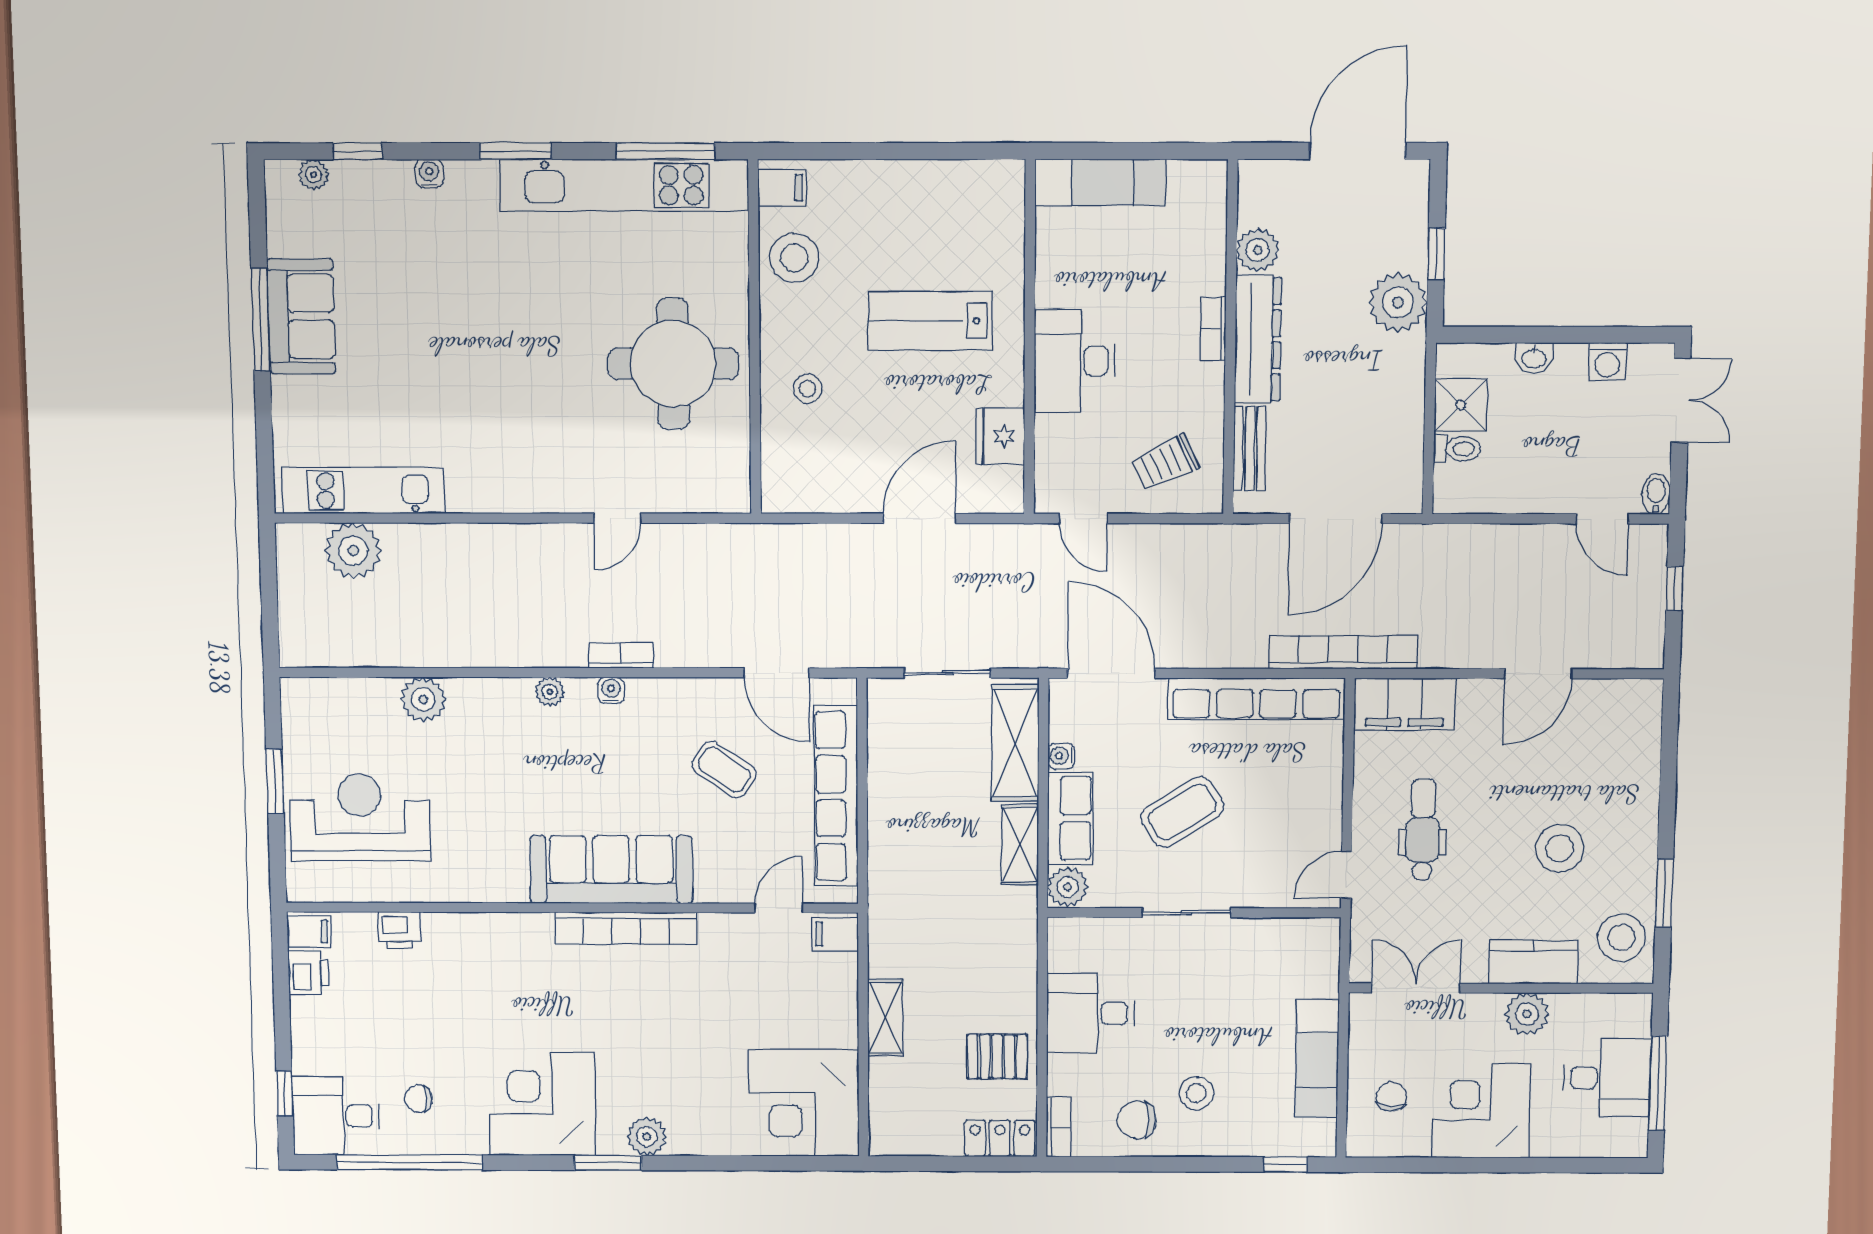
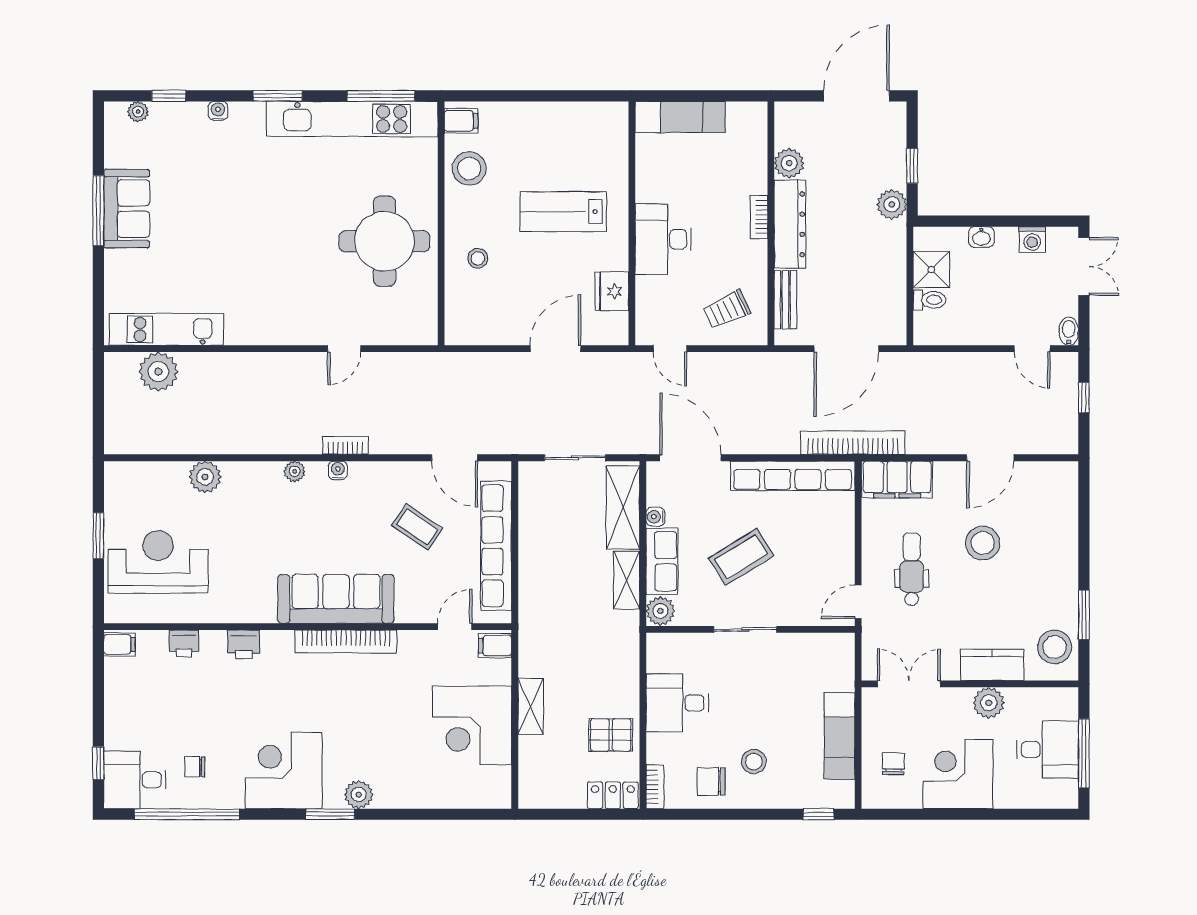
plant: (1398, 302) -> (892, 204), width x0.73, depth x0.73
stool: (1560, 849) -> (983, 543), moved
printer: (309, 972) -> (244, 644), moved, turned 90
corner desk: (804, 1103) -> (472, 725), moved

